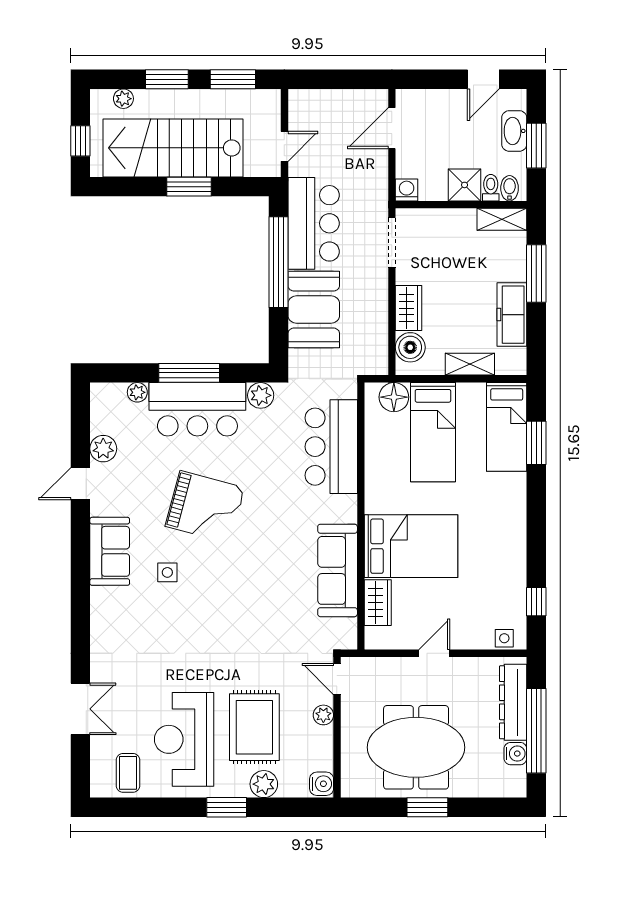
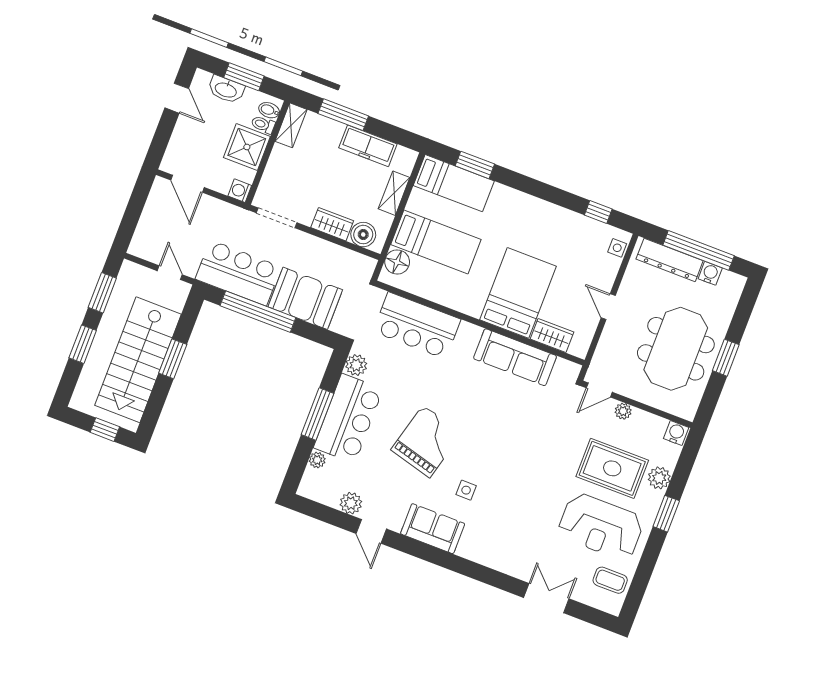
plant: (123, 99) -> (85, 384), removed
shower: (465, 185) -> (247, 147), width x1.36, depth x1.36

